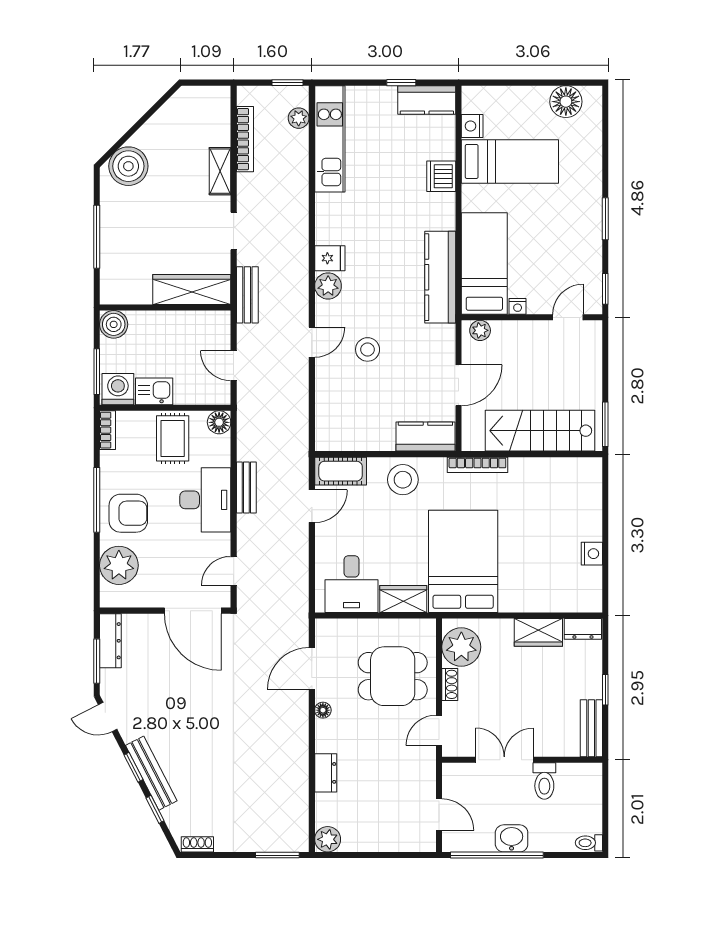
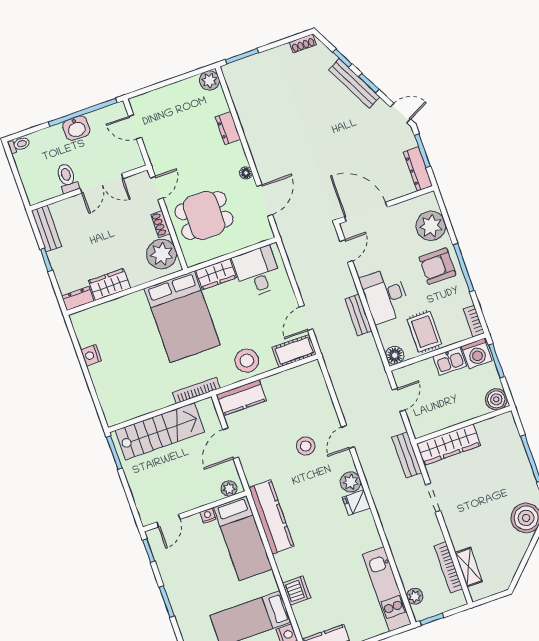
shelving: (220, 171) -> (469, 567), moved
door: (234, 366) -> (399, 400), hinge flipped

